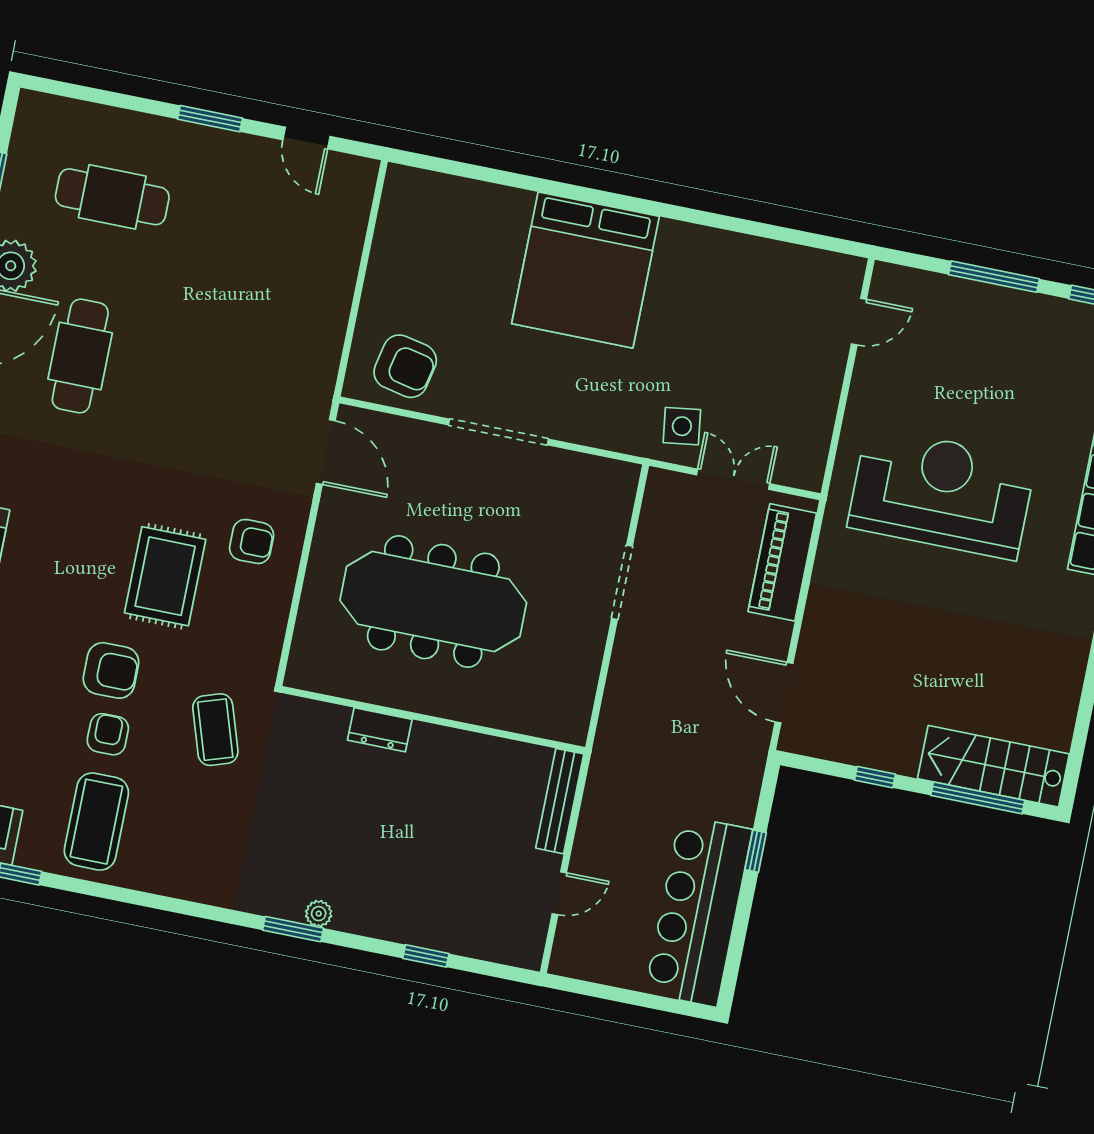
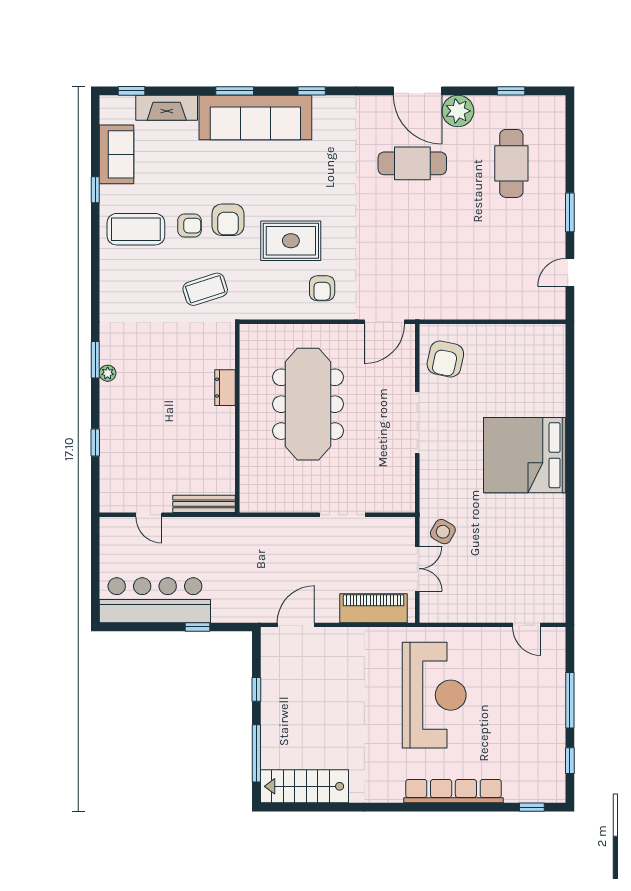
side table: (682, 426) -> (443, 532), turned 37
stairs: (993, 766) -> (304, 786), moved, turned -90

